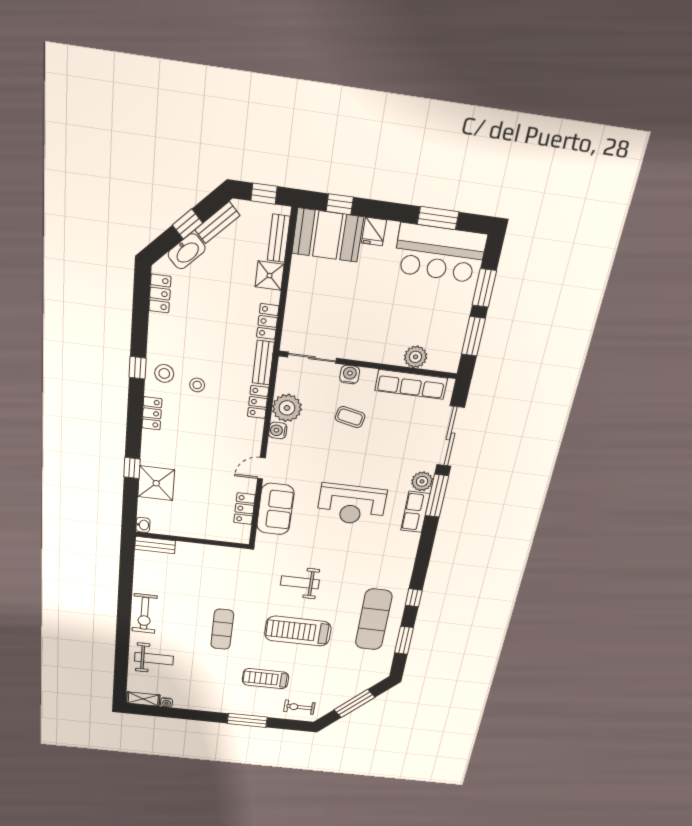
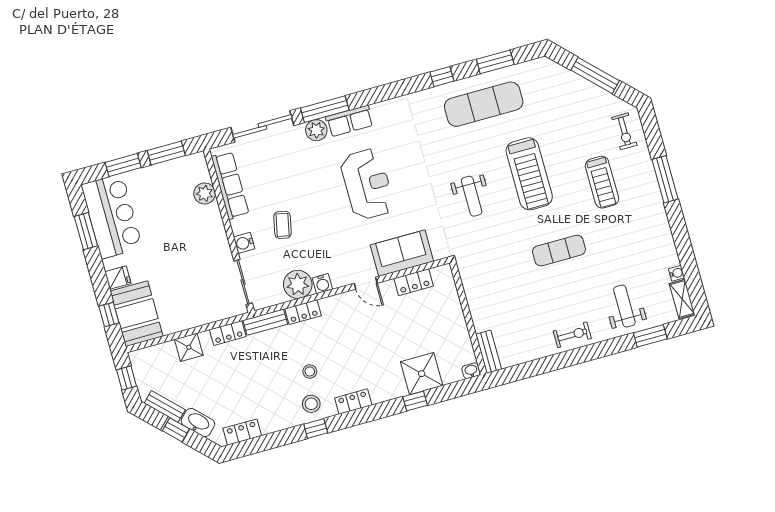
bench: (279, 238) -> (156, 352), removed
exercise bike: (145, 613) -> (572, 335), width x0.73, depth x0.72
window: (121, 668) -> (650, 336), added

